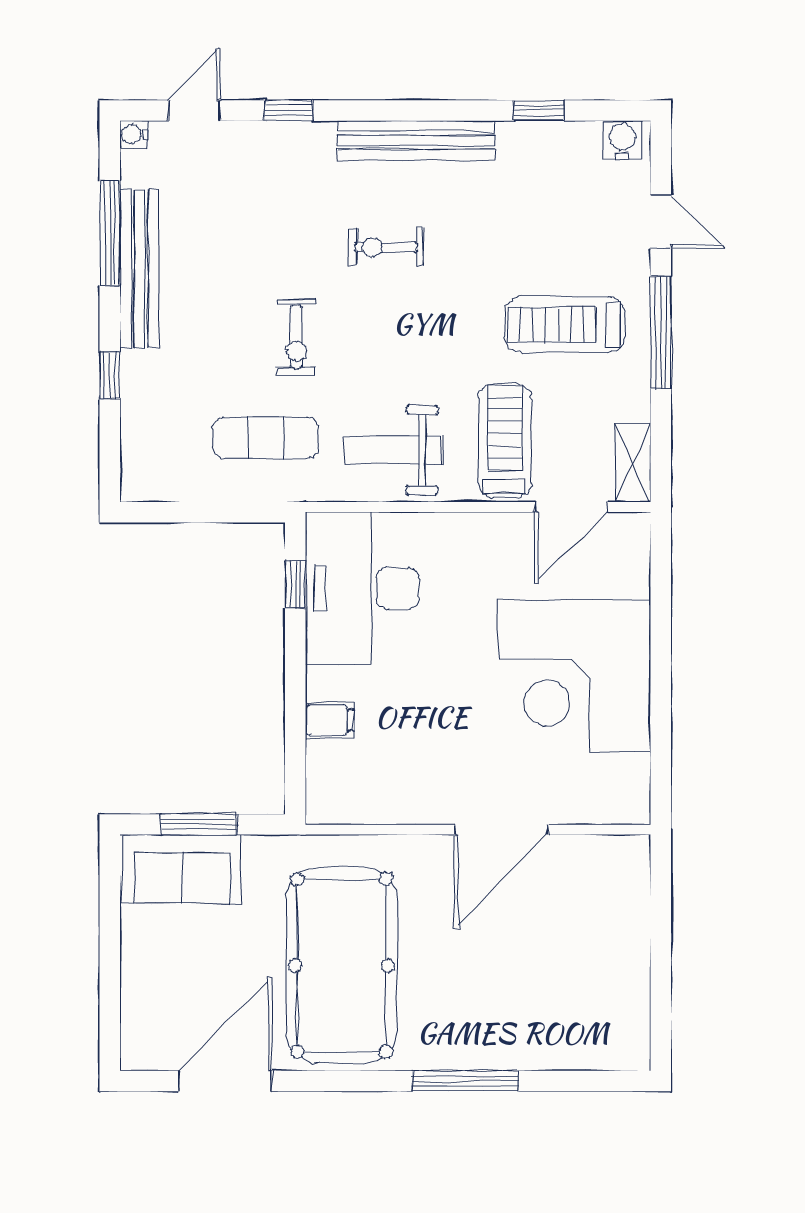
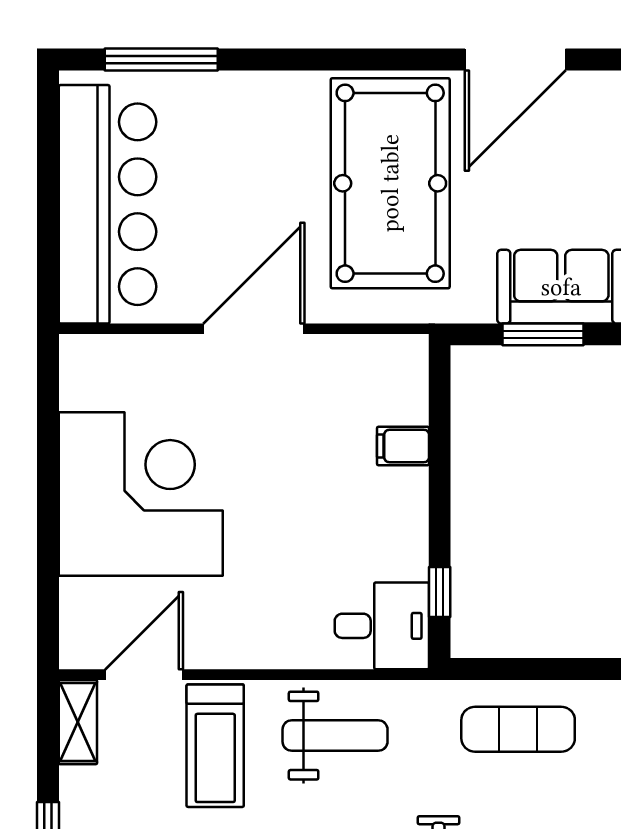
exercise mat: (266, 438) -> (518, 729), moved
desk: (362, 588) -> (382, 626), width x0.53, depth x0.77
door: (501, 830) -> (254, 329), moved
bar counter: (605, 946) -> (107, 204), added
window: (465, 1081) -> (161, 59), moved

